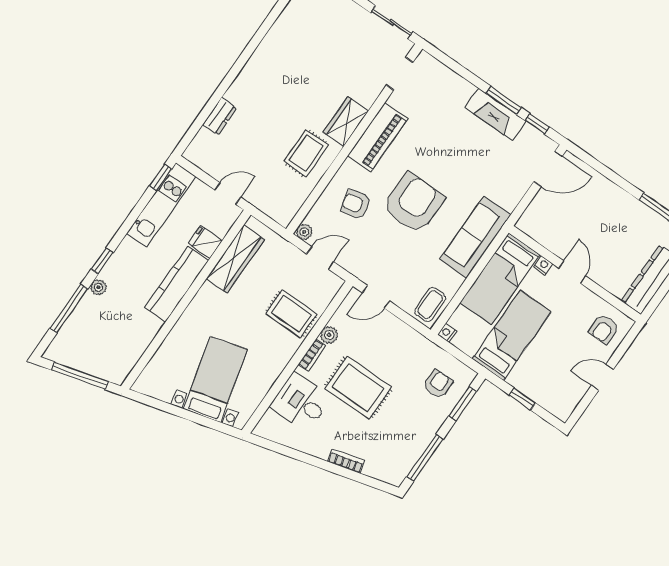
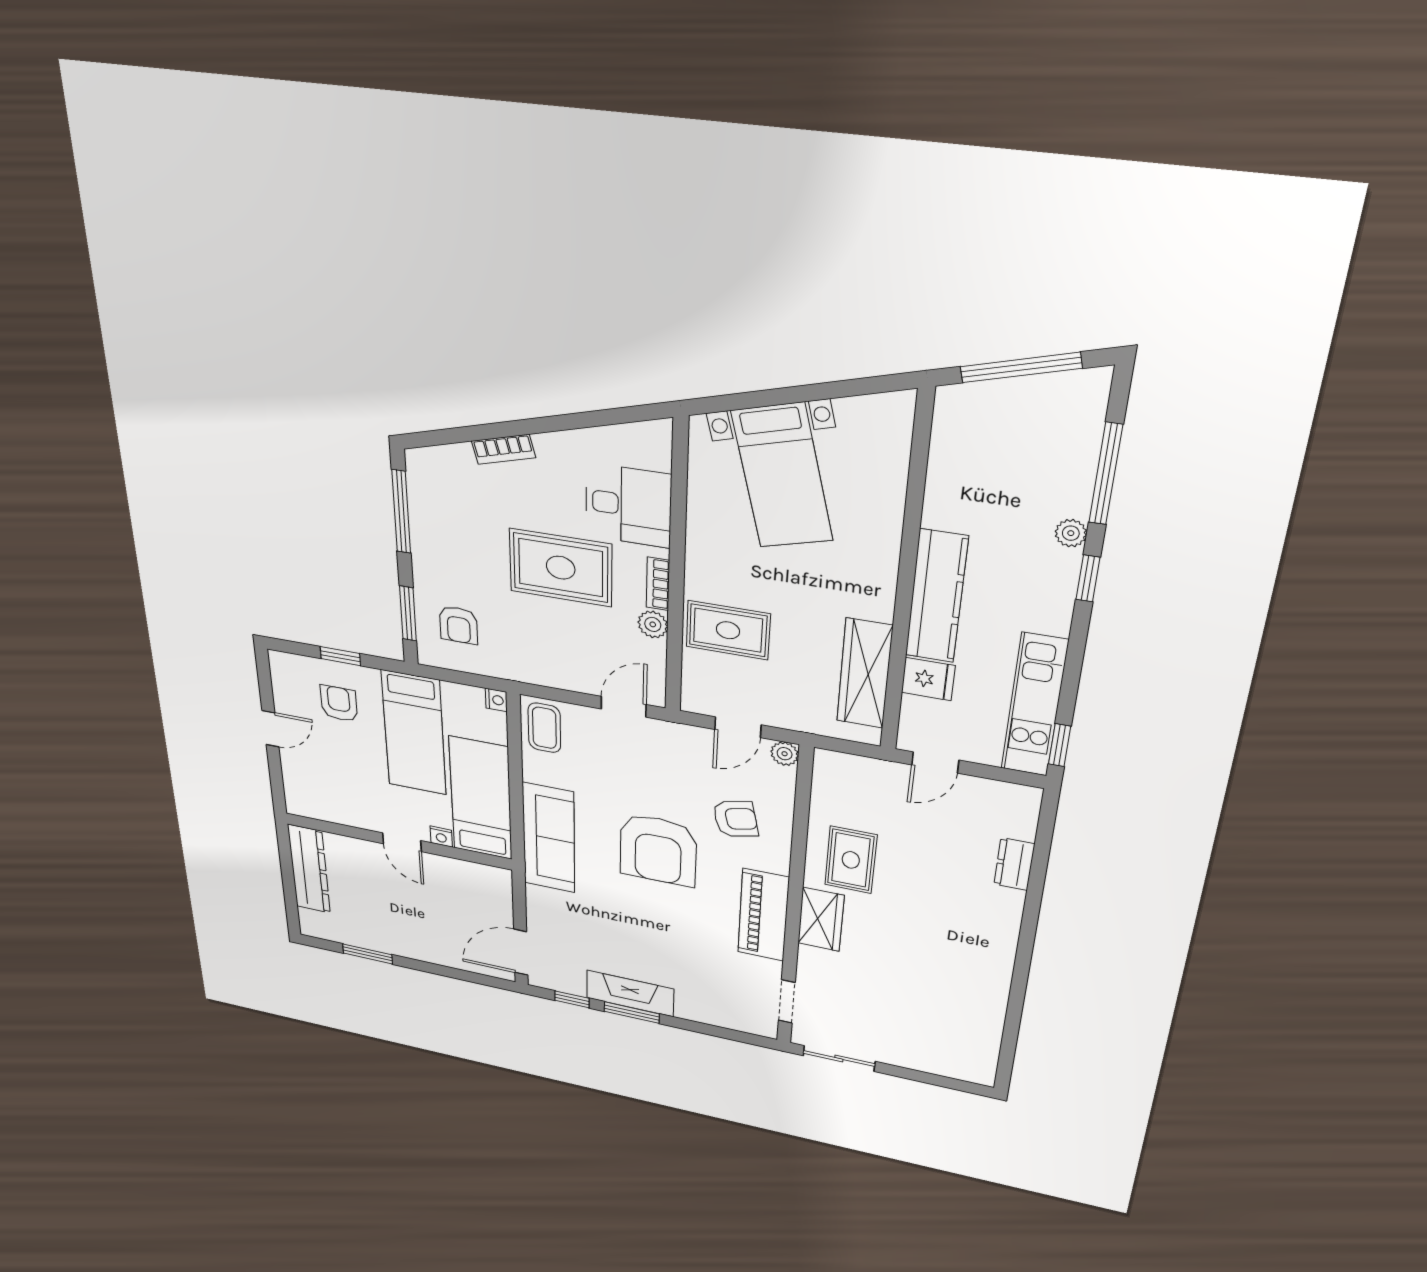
armchair: (604, 329) -> (339, 704), moved

